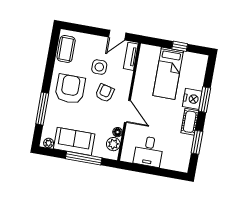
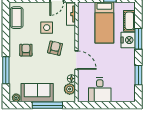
armchair: (70, 89) -> (26, 50), width x0.53, depth x0.53
cot: (190, 122) -> (129, 21), moved

